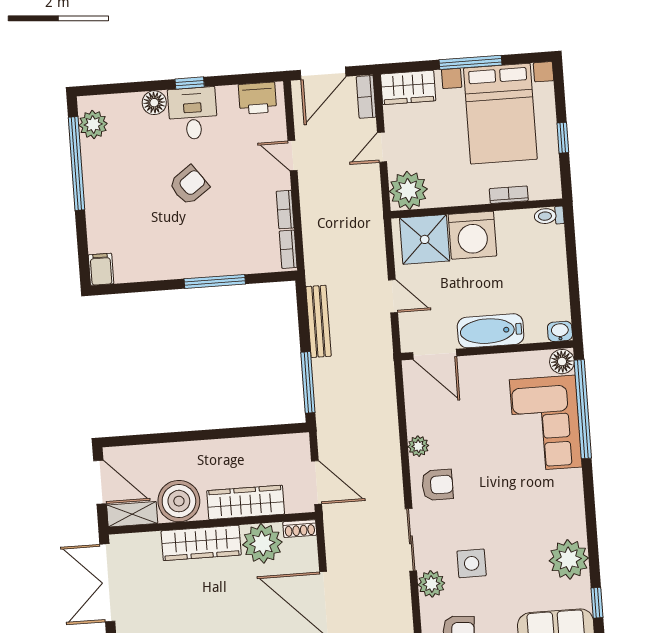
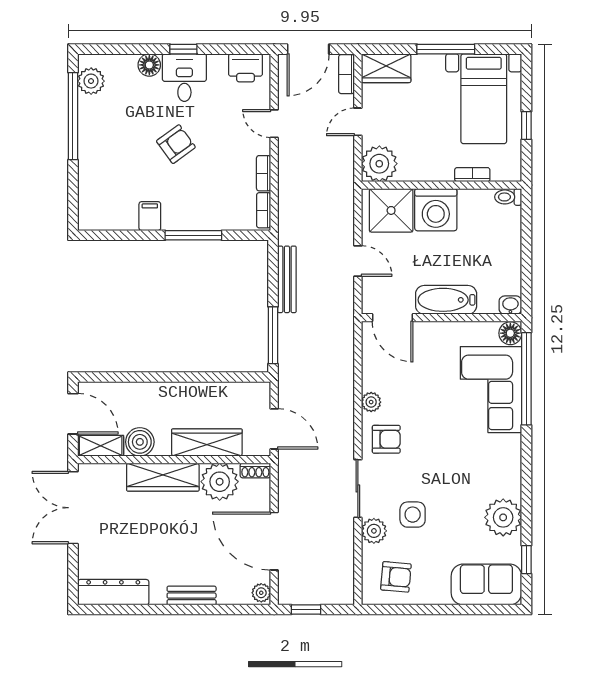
bed with nightstands: (500, 114) -> (484, 99), width x0.73
filing cabinet: (101, 269) -> (150, 216), moved
boiler: (179, 501) -> (140, 442), width x0.73, depth x0.73

